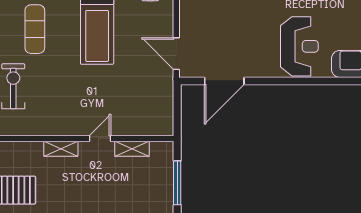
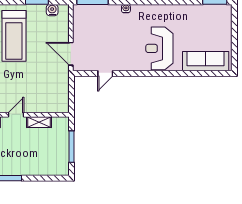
reception desk: (299, 46) -> (159, 48), turned 180
door: (224, 81) -> (105, 73), width x0.53

